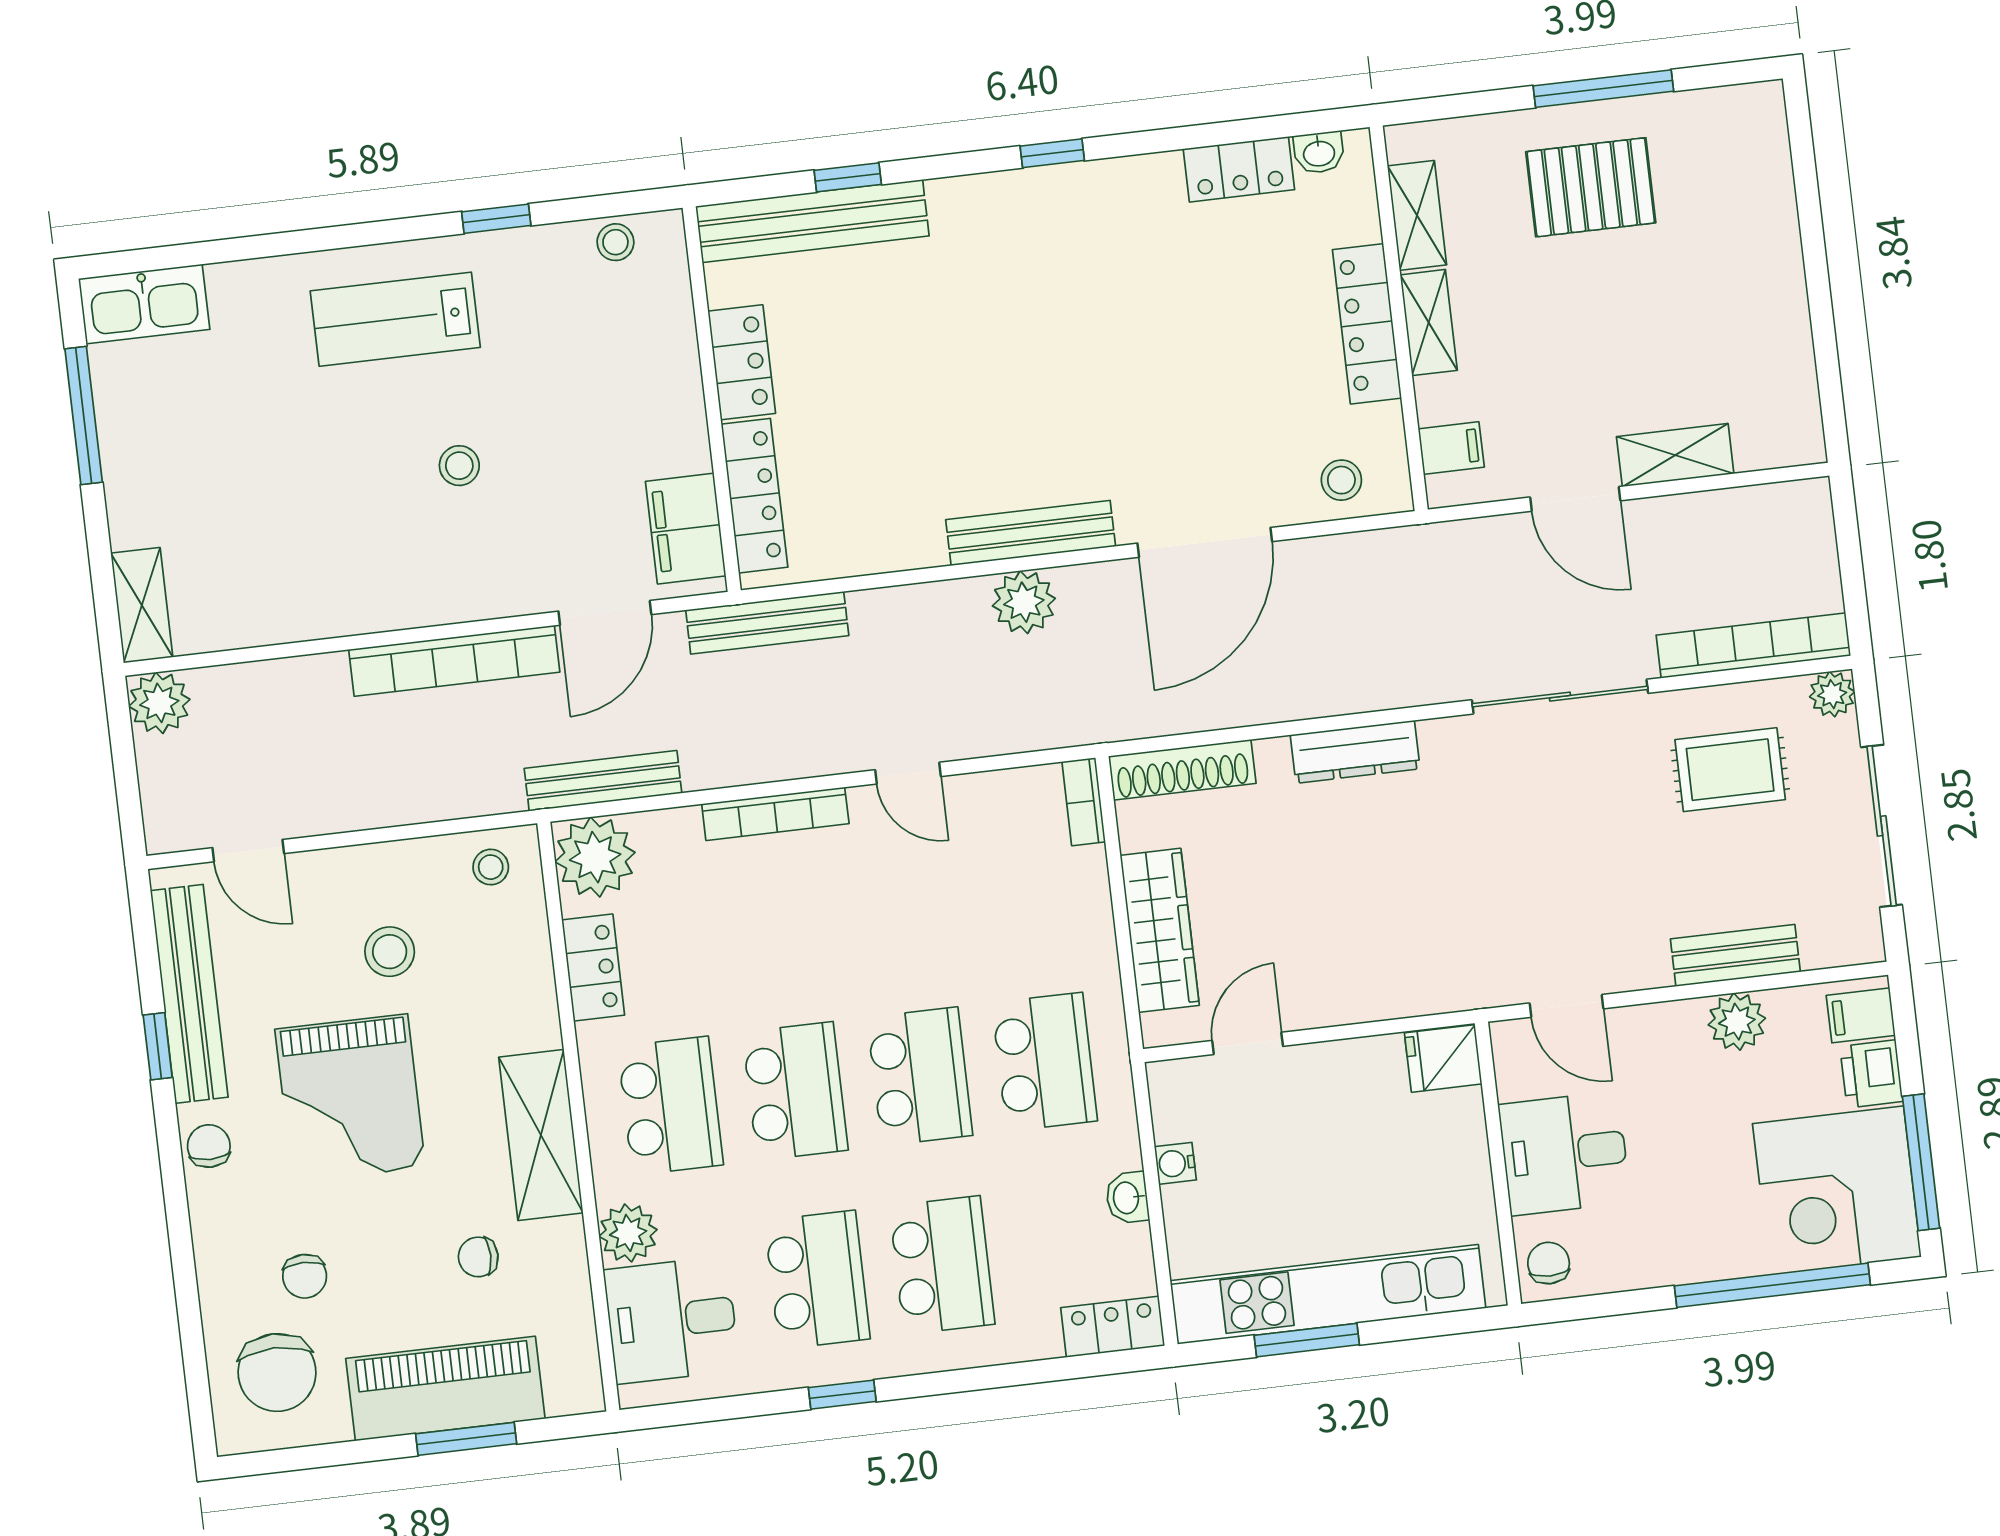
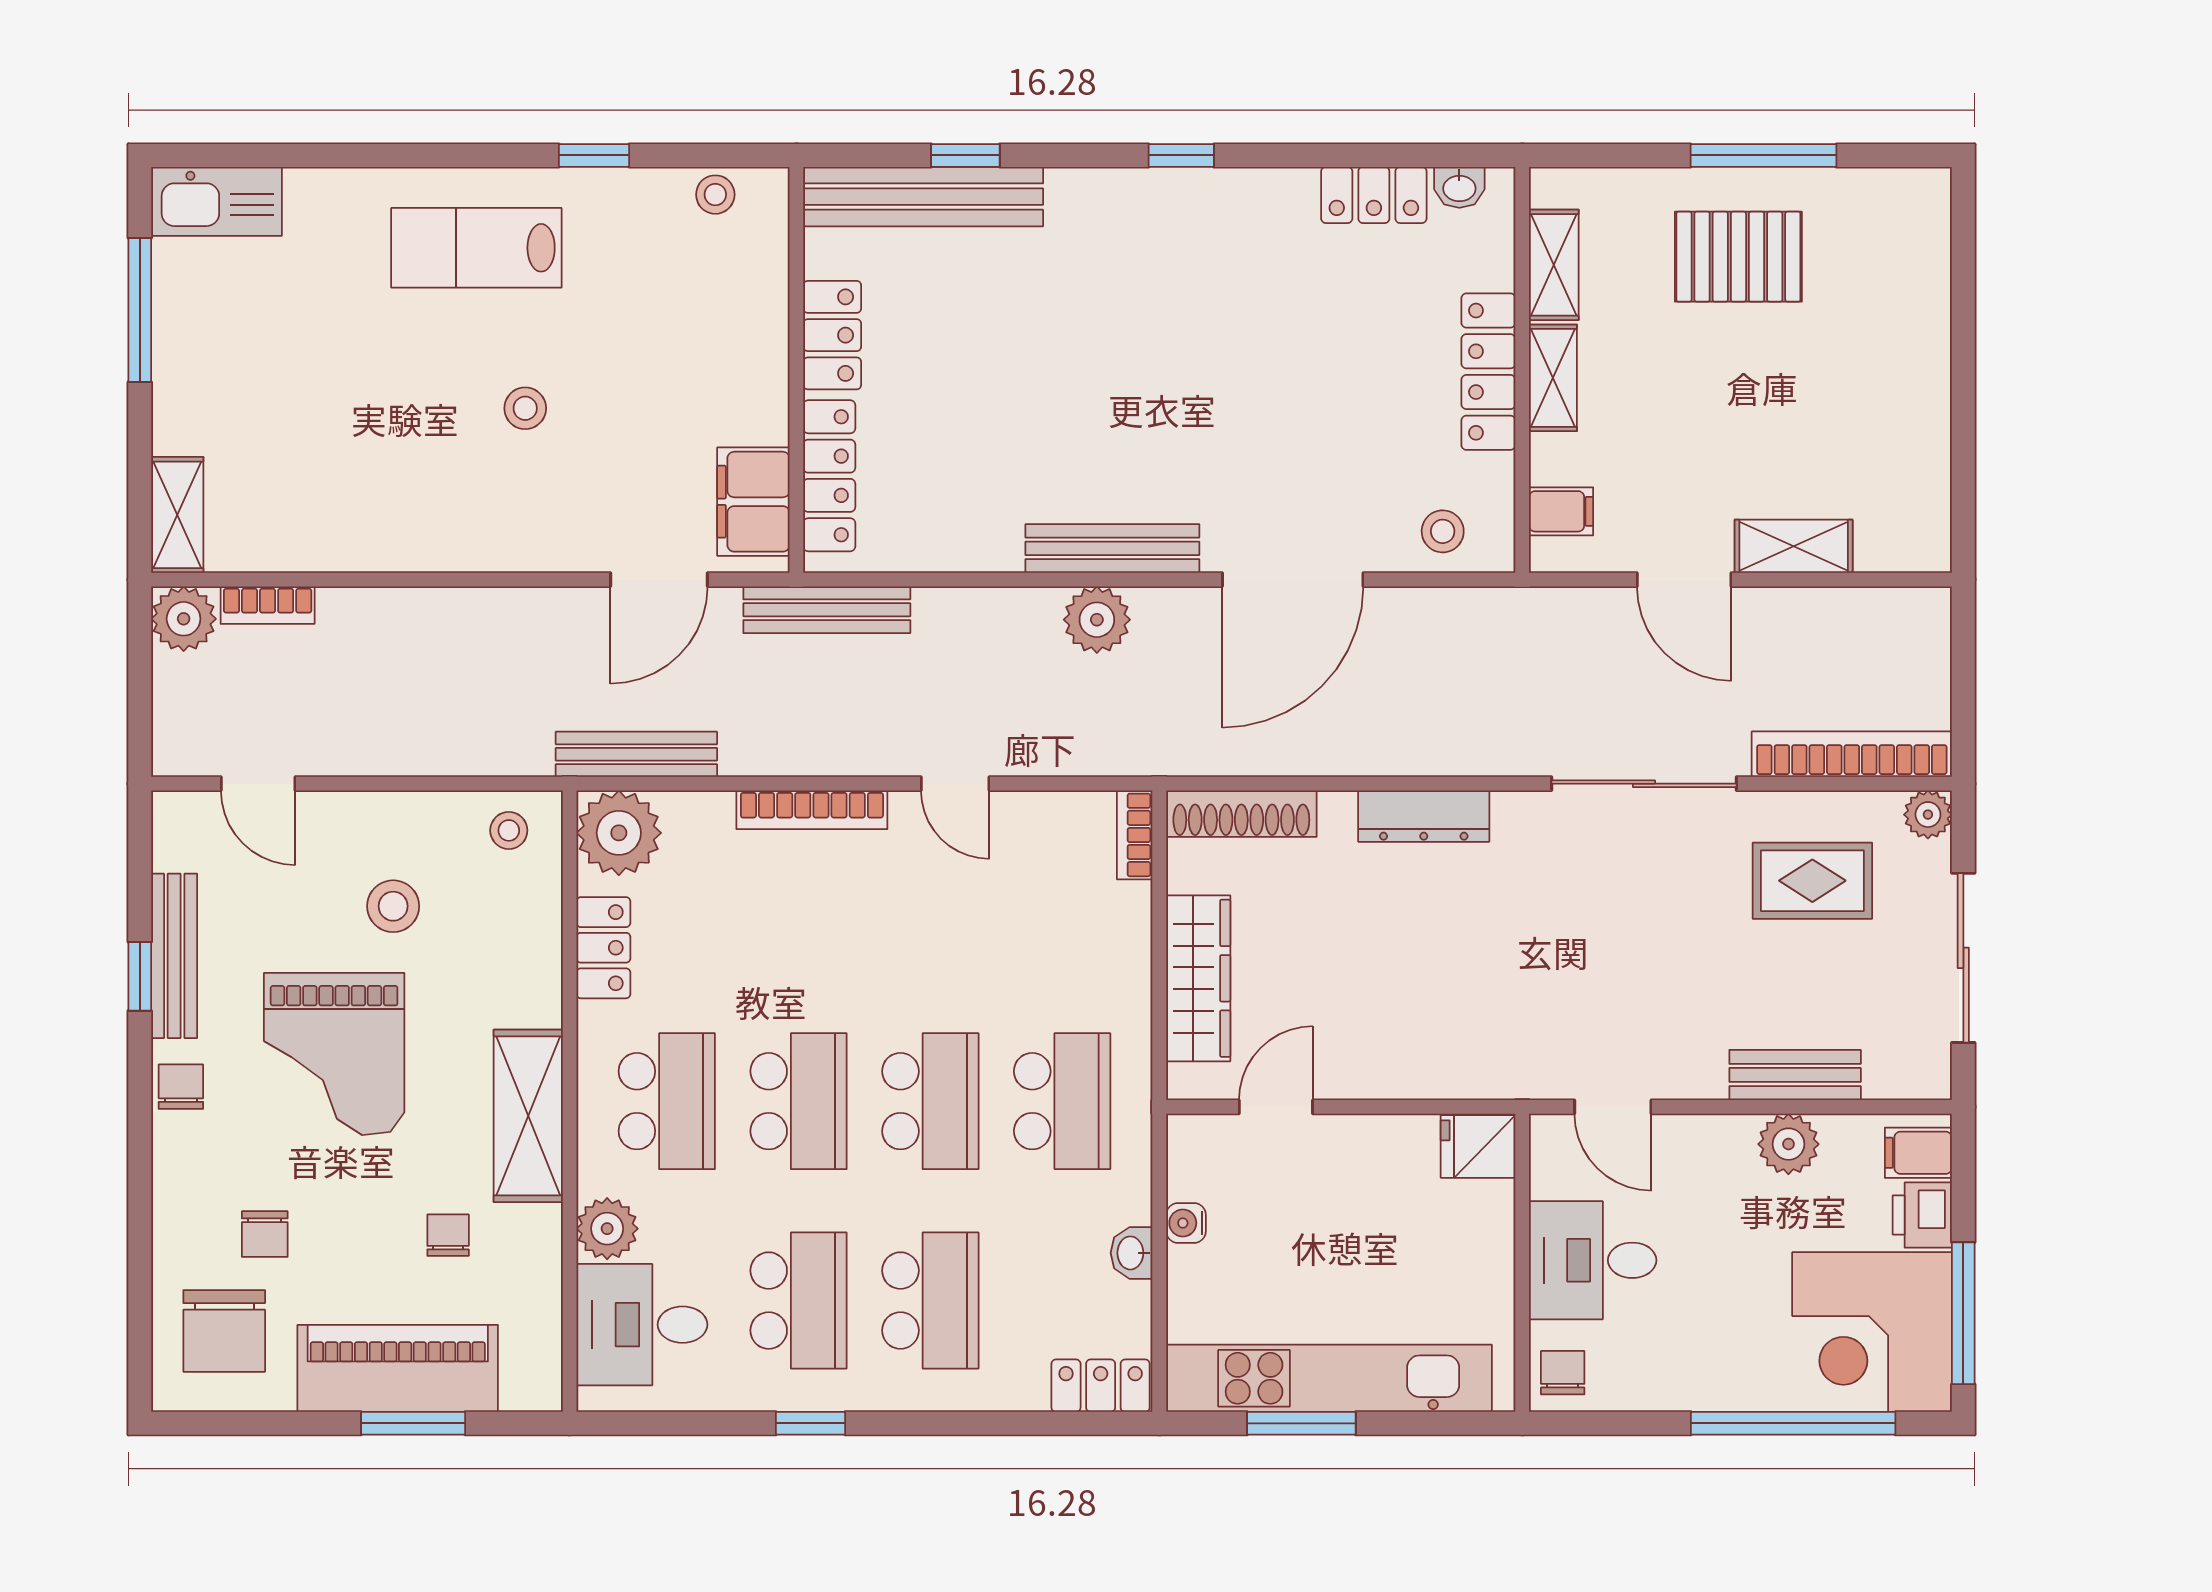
bookcase: (454, 661) -> (268, 605), moved, width x0.43, depth x0.76
bench: (189, 994) -> (174, 956), width x0.73, depth x0.82
chair: (478, 1257) -> (448, 1235), turned 90

